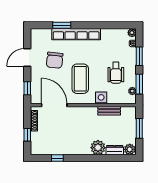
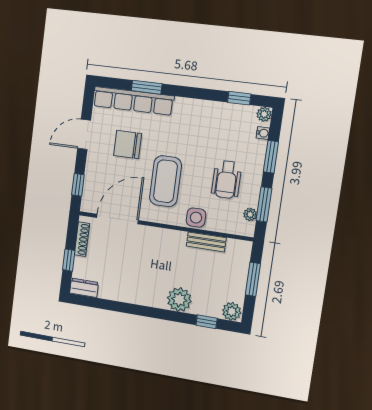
window: (116, 25) -> (239, 98), added
row of seats: (76, 34) -> (133, 101), moved
chair: (55, 60) -> (128, 145), turned 84
door: (54, 105) -> (117, 219), hinge flipped
dresser: (115, 150) -> (84, 288), moved
window: (57, 158) -> (207, 322), moved

